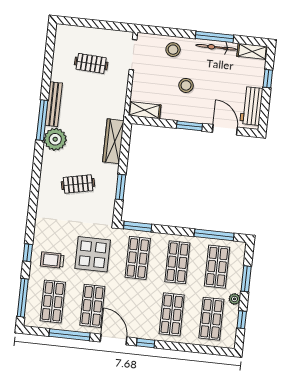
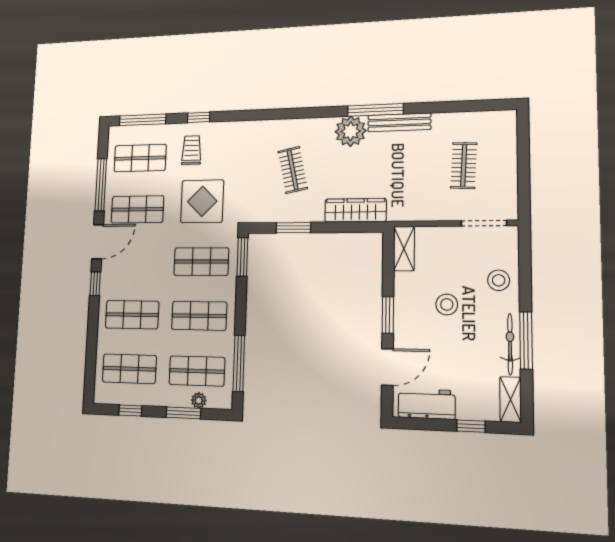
plant: (235, 299) -> (199, 400), moved

